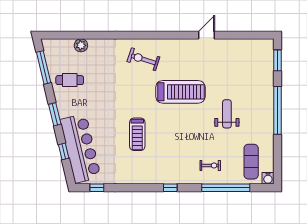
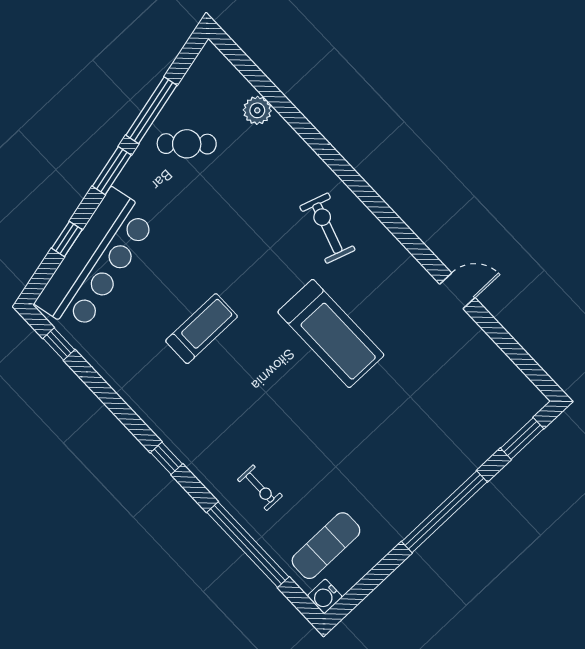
window: (44, 67) -> (151, 110), moved
cafe table: (70, 80) -> (187, 144), turned -46
weight bench: (227, 114) -> (365, 438), removed
treadmill: (137, 134) -> (202, 329), turned 180

